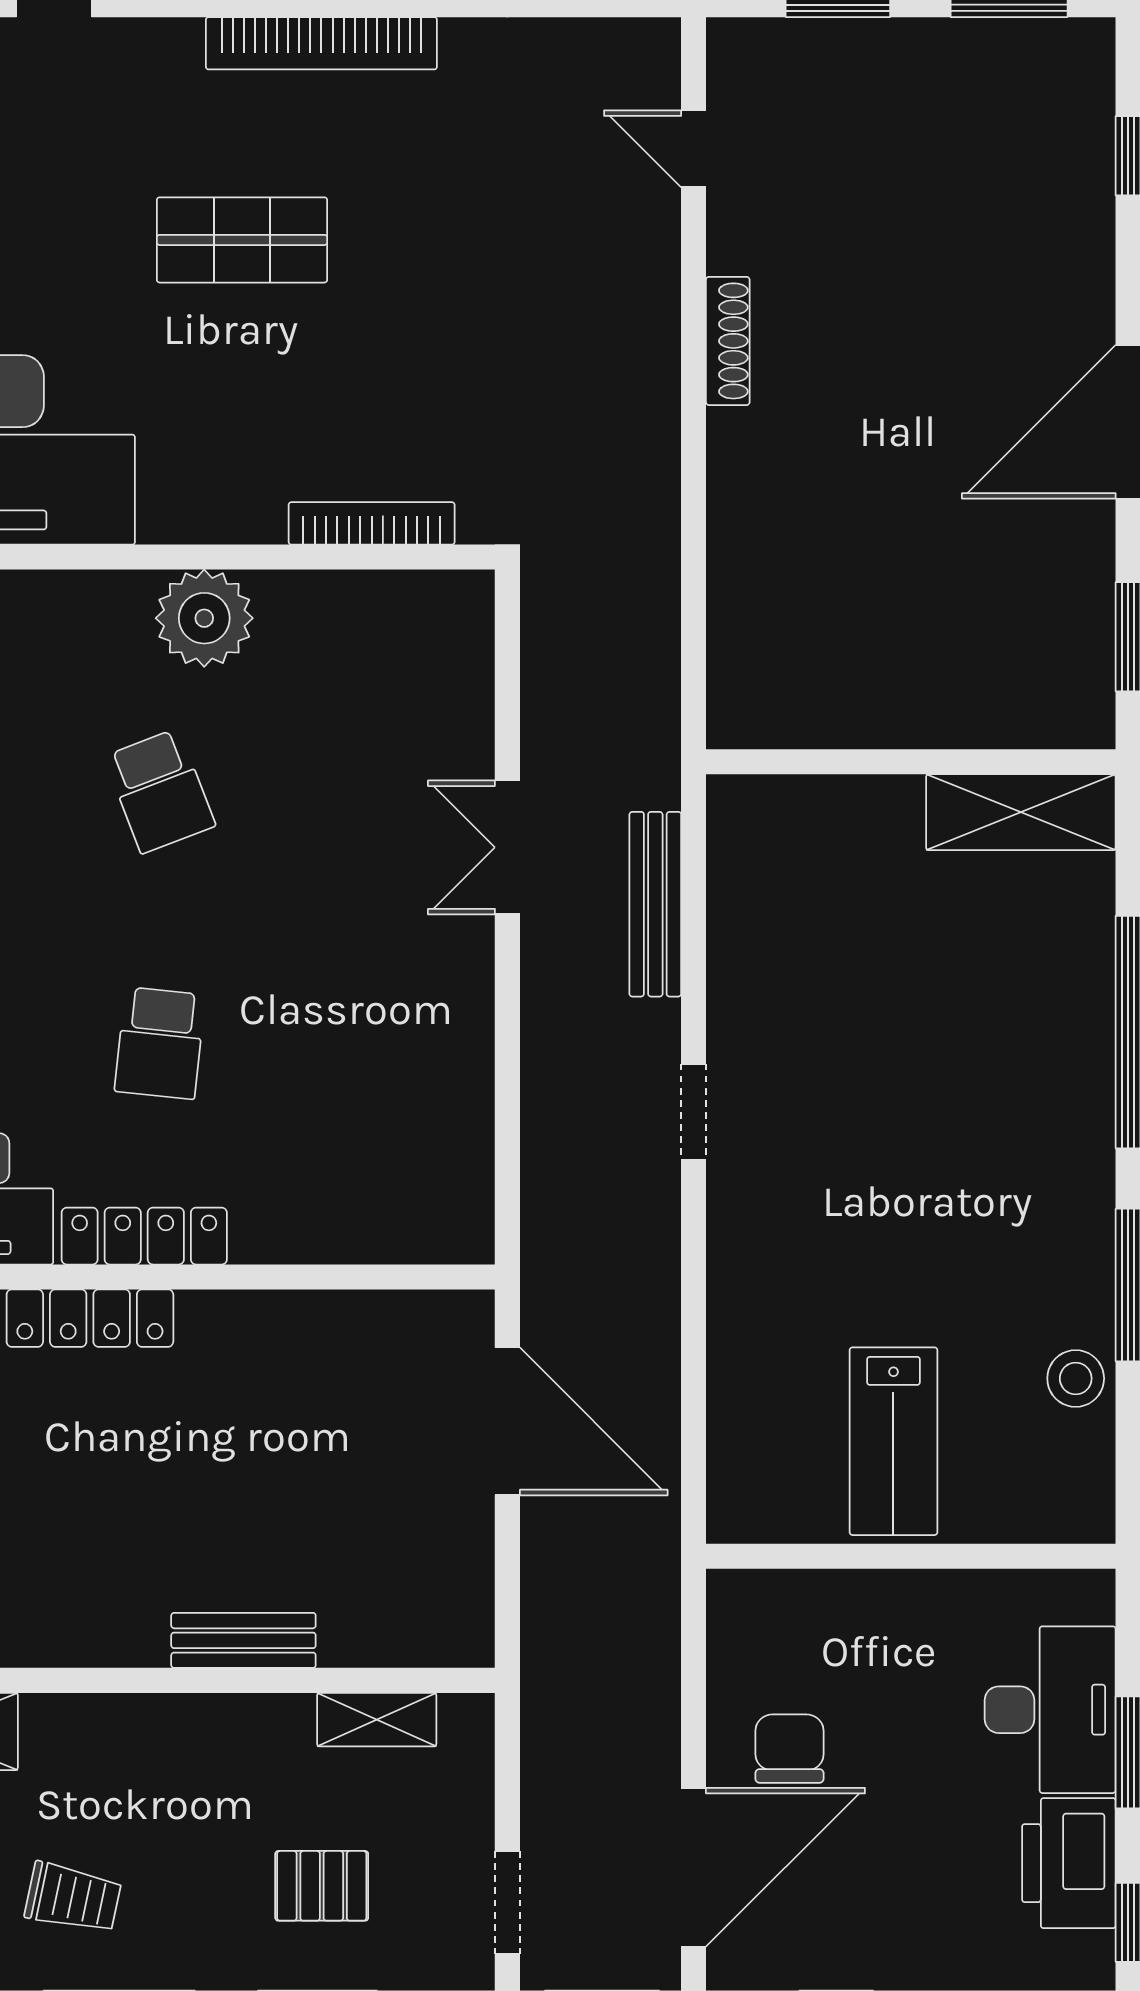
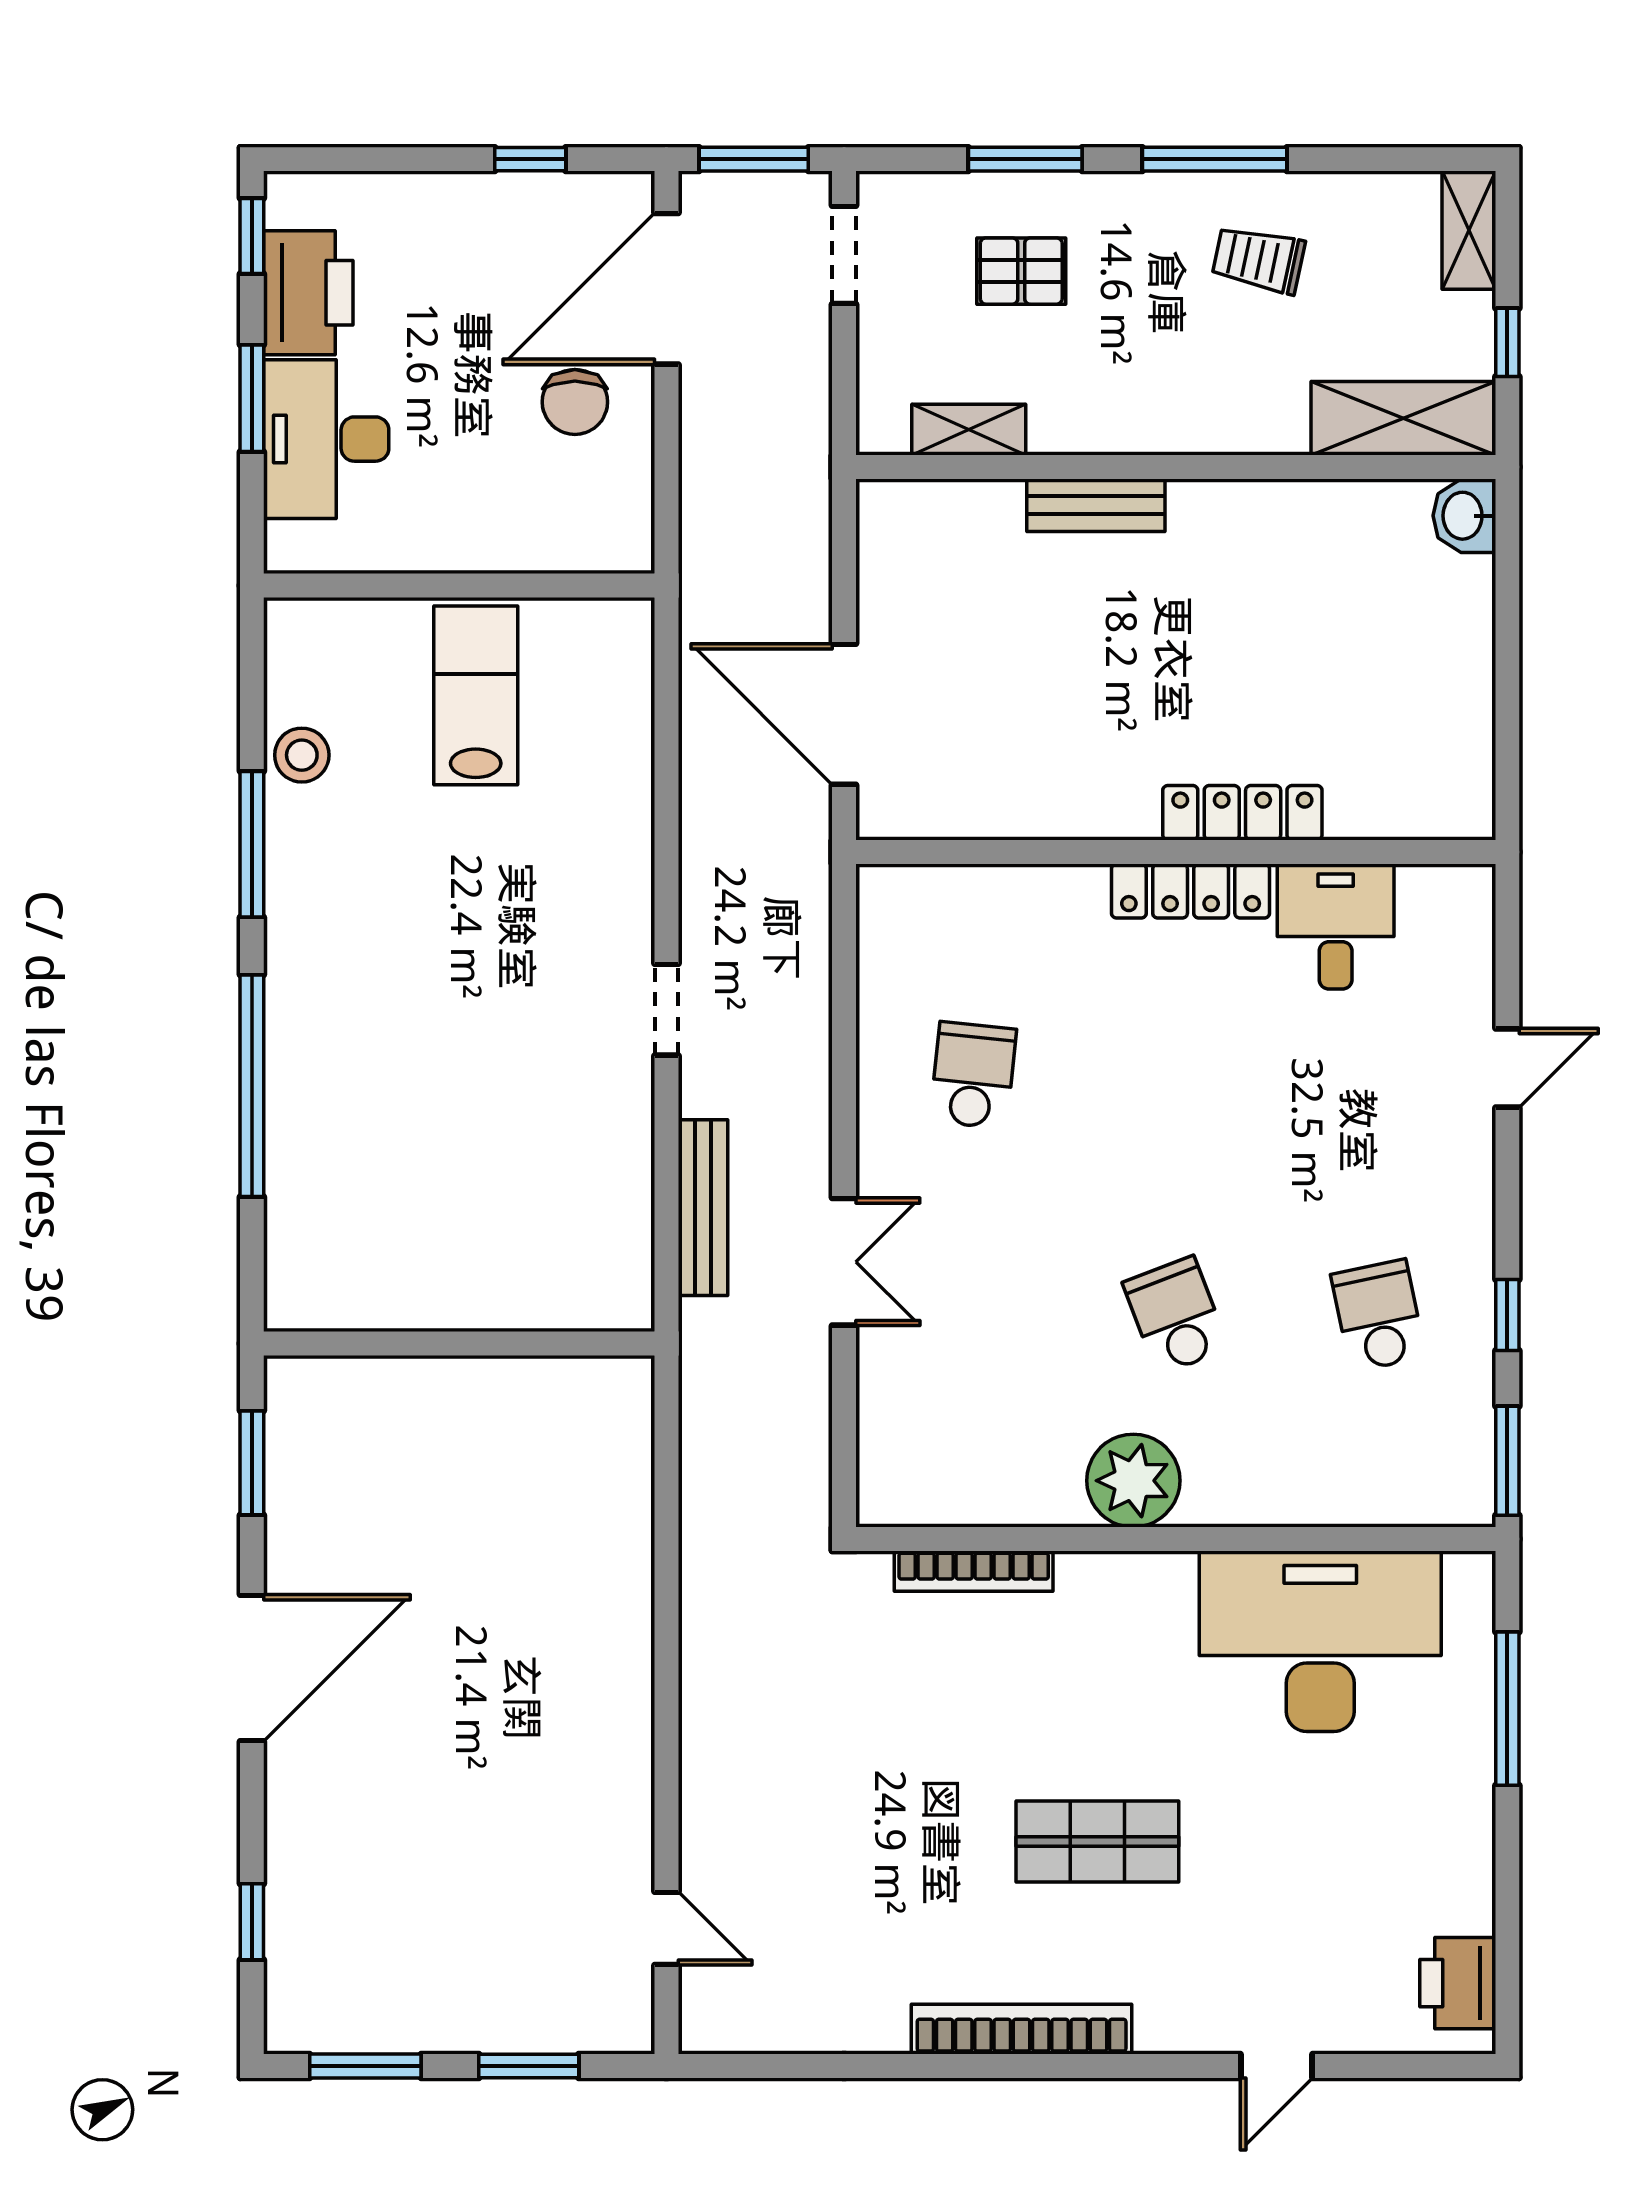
shoe rack: (728, 341) -> (634, 1745), removed
shelving: (1021, 812) -> (354, 1296), removed
school desk: (160, 1043) -> (973, 1075), moved

